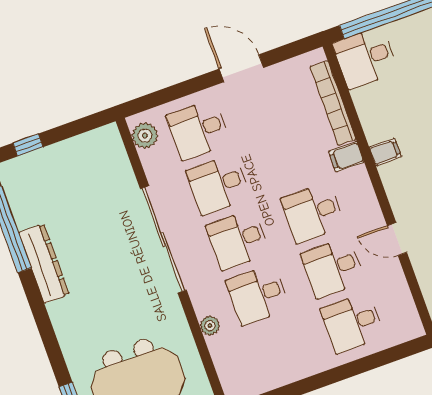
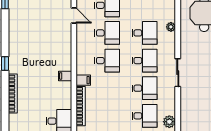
sliding door: (163, 239) -> (178, 73), width x0.54
door: (397, 239) -> (74, 15), moved

